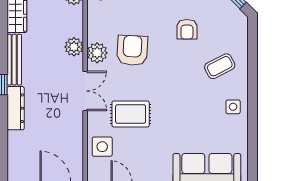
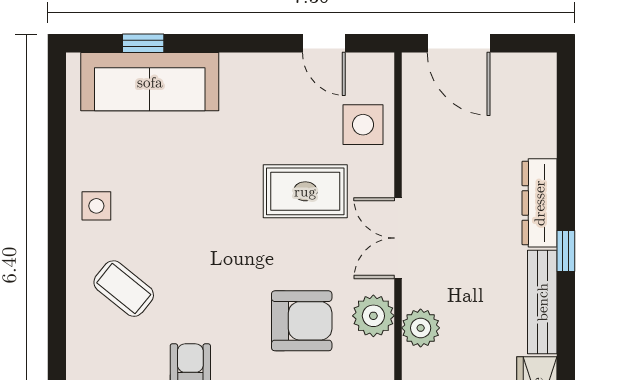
armchair: (132, 50) -> (302, 321), turned -93
coffee table: (220, 66) -> (124, 289), turned 66

